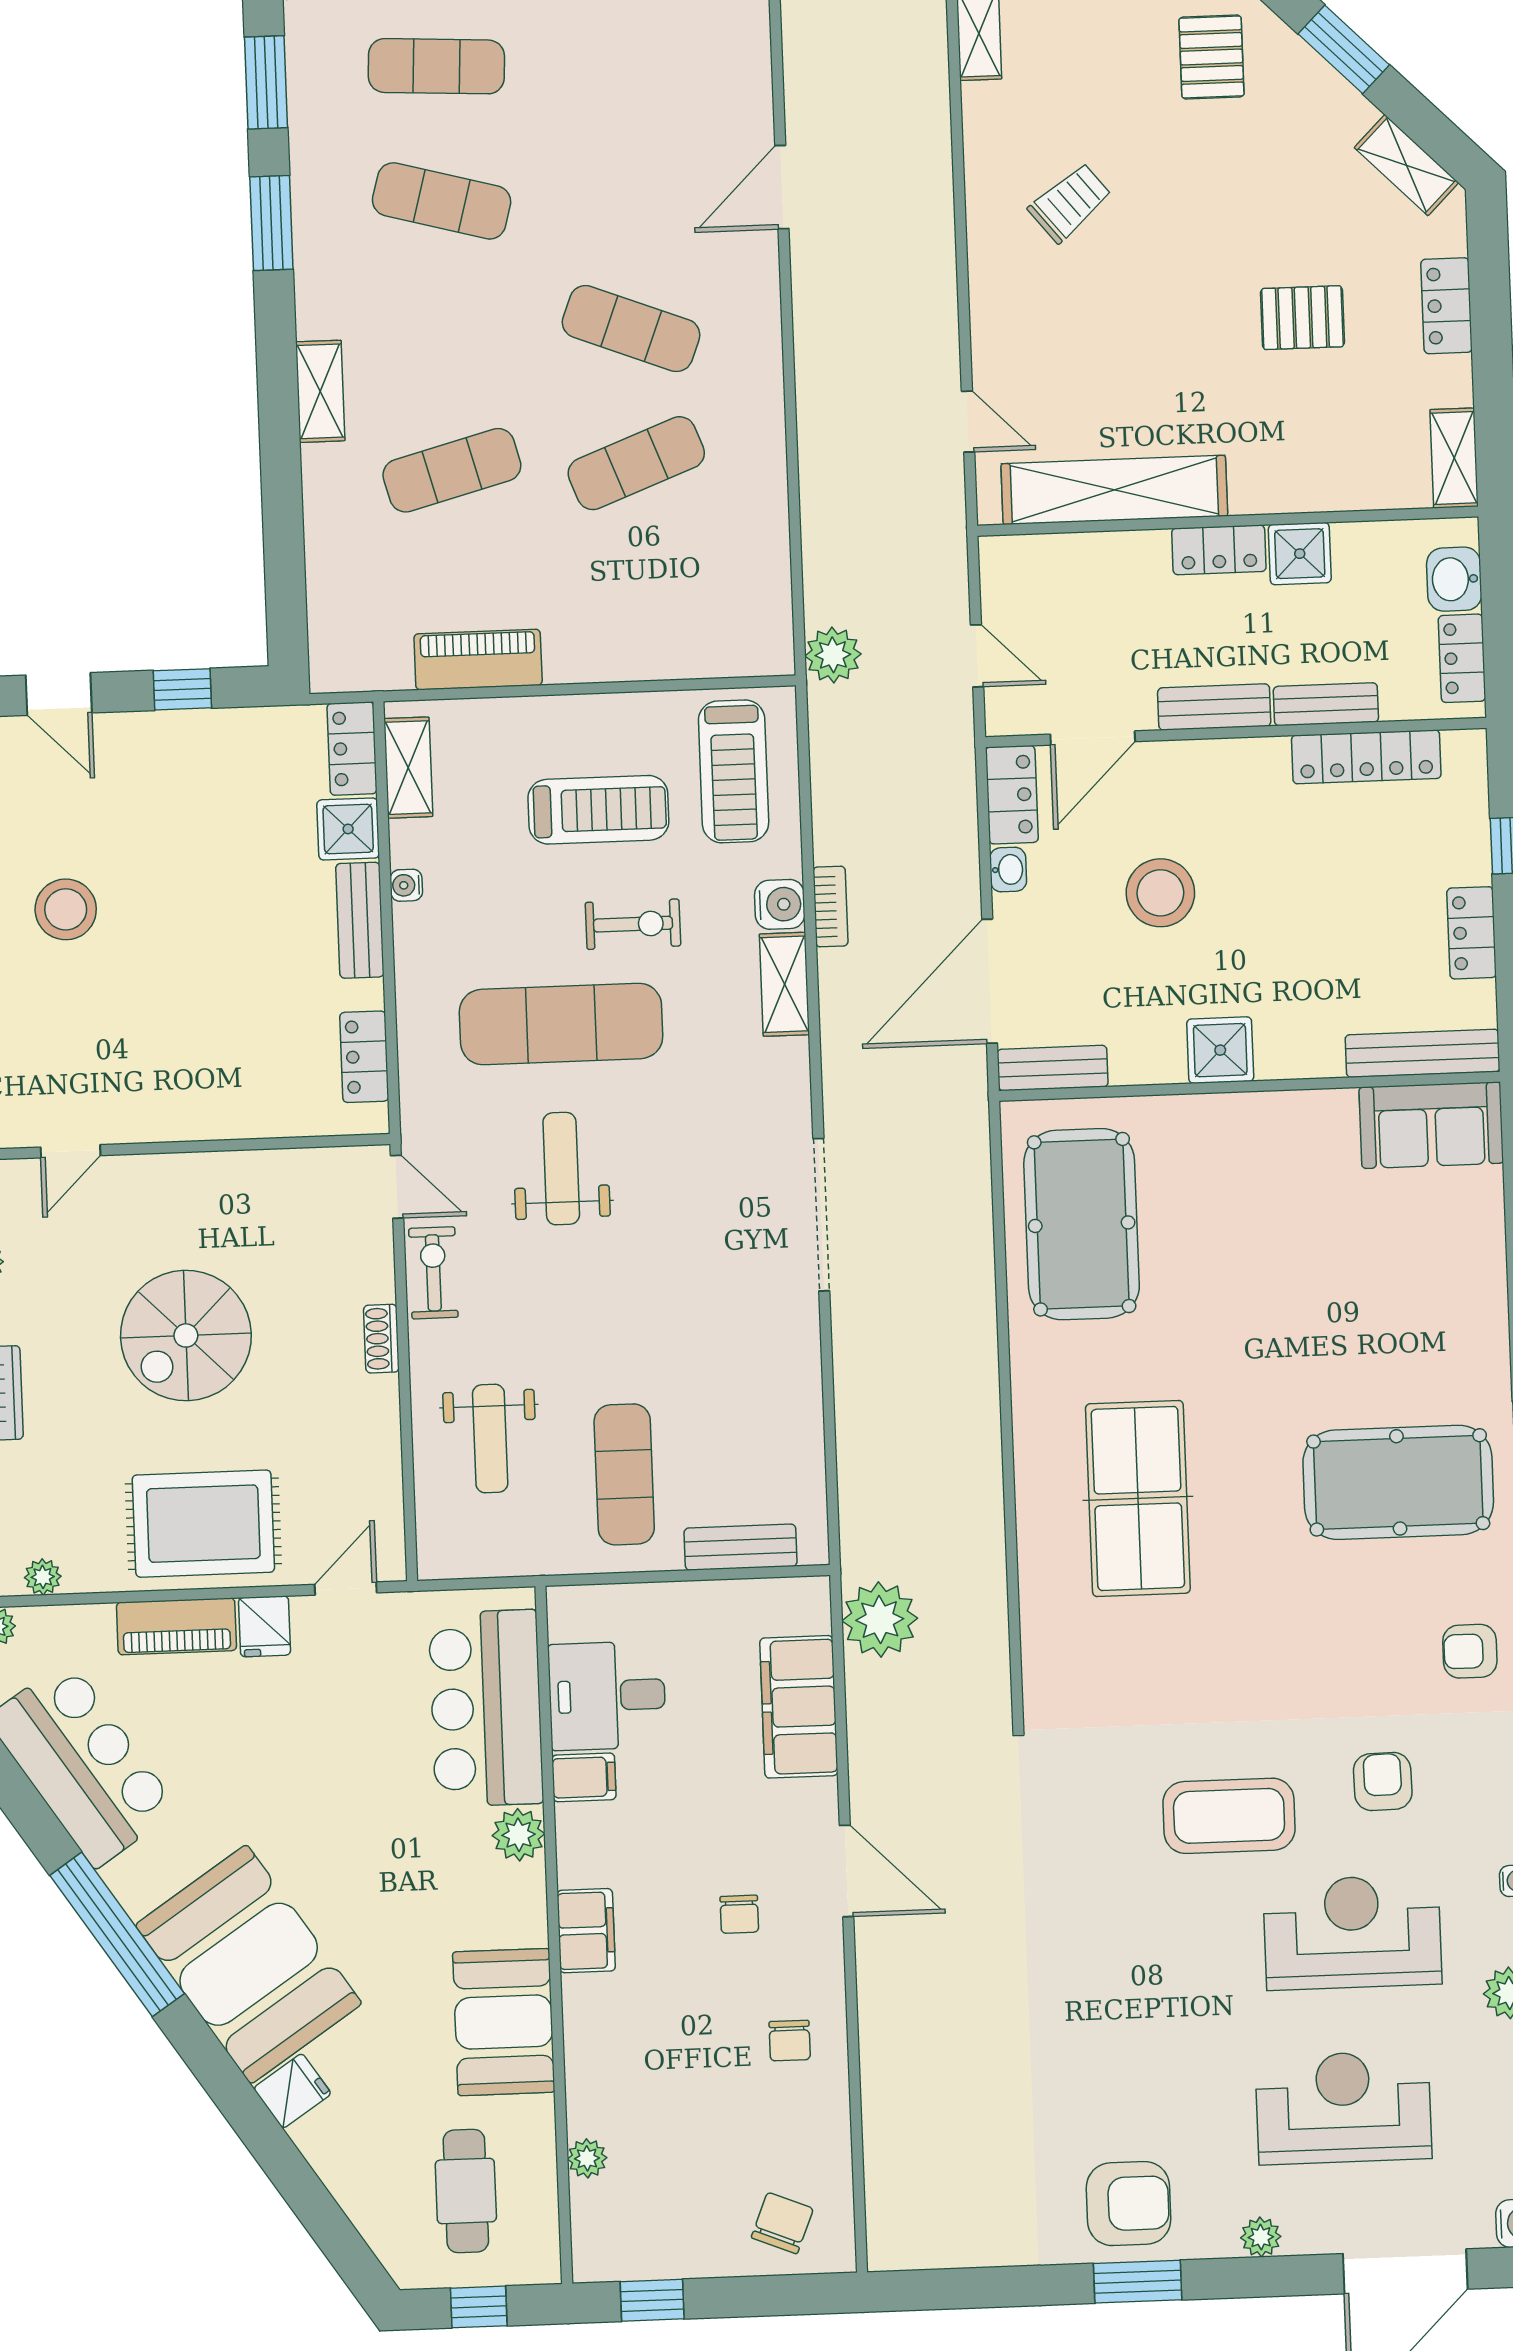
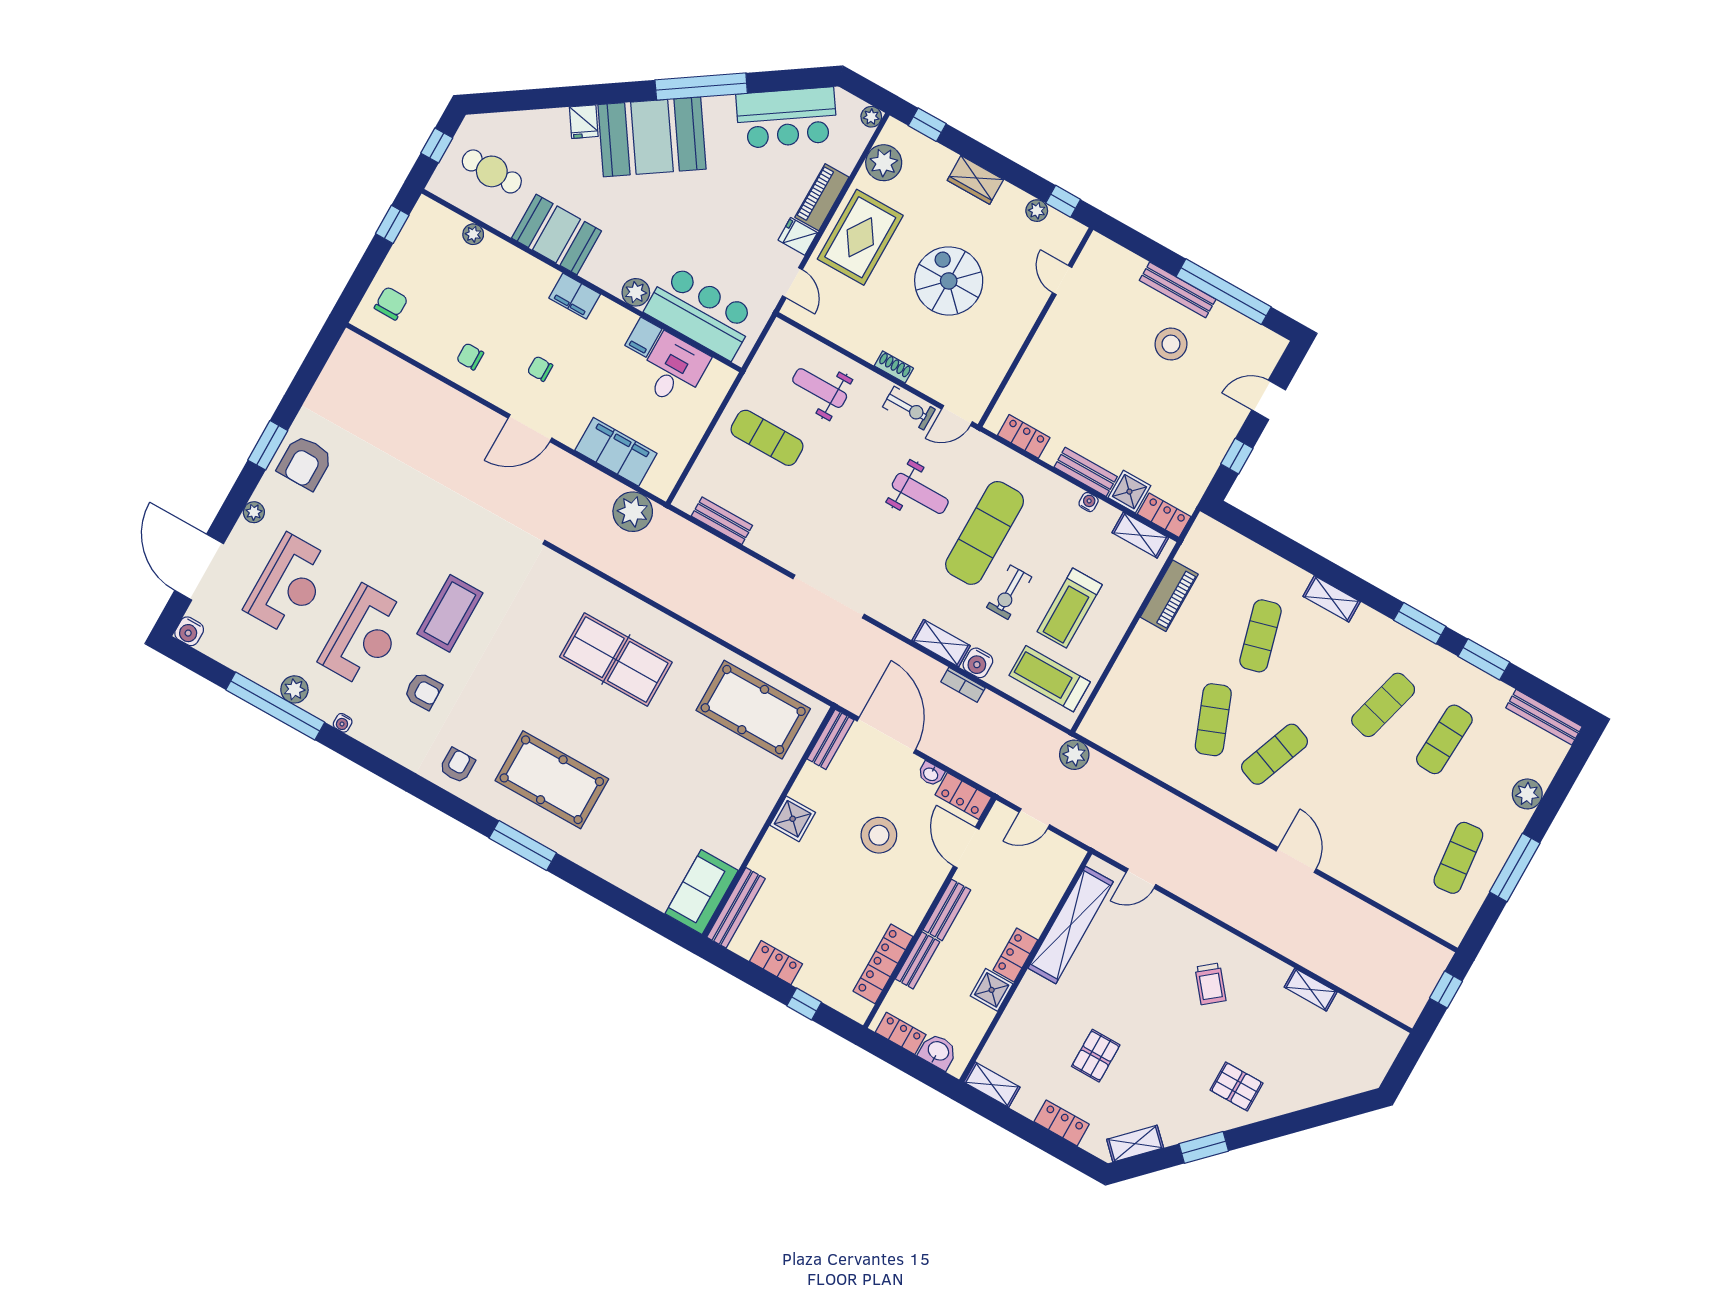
pool table: (1398, 1482) -> (552, 780), turned 90
bench: (741, 1547) -> (722, 521), moved, turned 90
plant: (43, 1577) -> (884, 163), width x1.88, depth x1.88
chair: (782, 2223) -> (391, 303), turned -112

